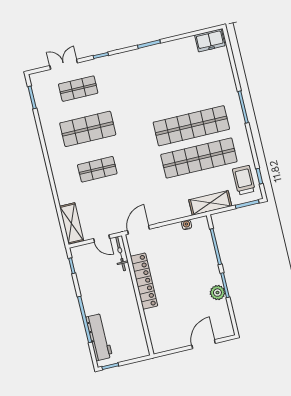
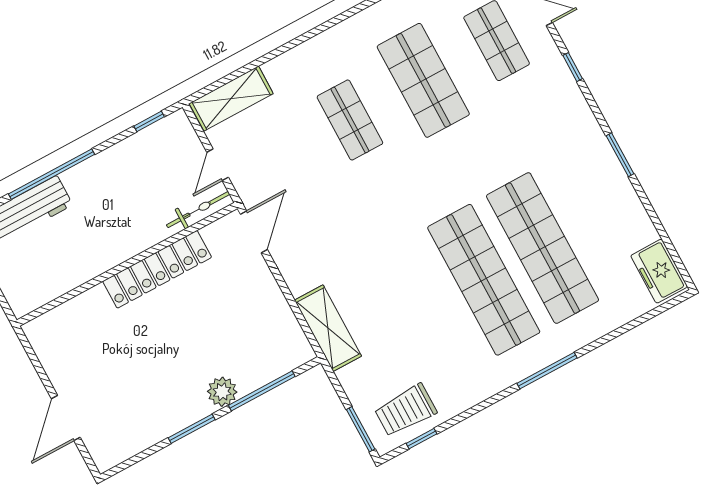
shop shelf: (199, 158) -> (542, 248), moved
trolley: (244, 180) -> (406, 410), turned 180
shelving: (210, 203) -> (328, 328), moved
water cooler: (187, 225) -> (289, 323), removed
door: (139, 230) -> (254, 232), hinge flipped
plant: (217, 293) -> (222, 392), moved
door: (204, 344) -> (66, 418), swing flipped

